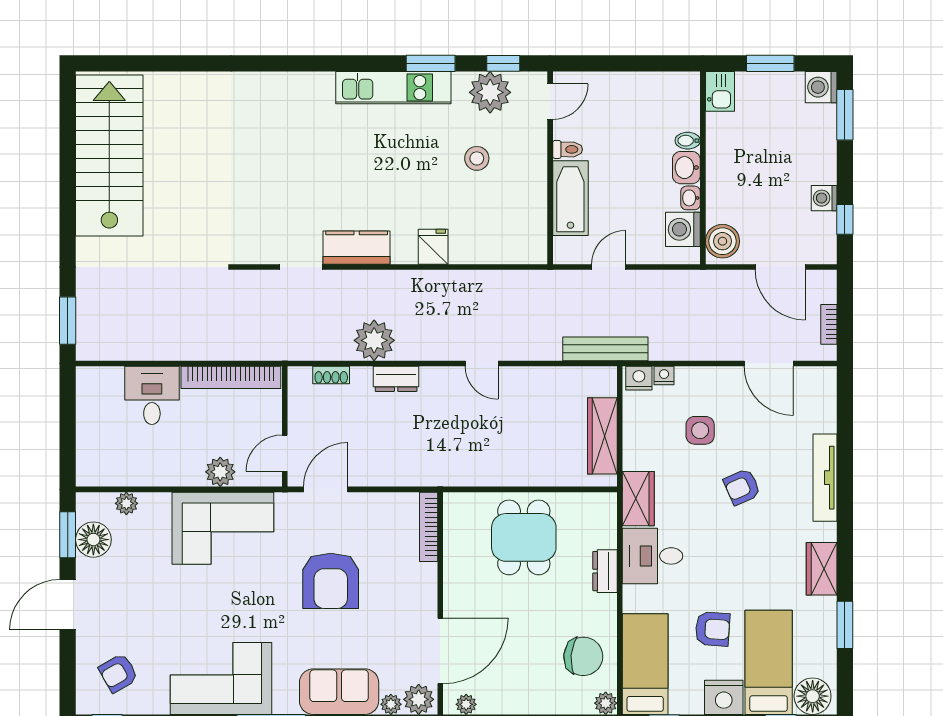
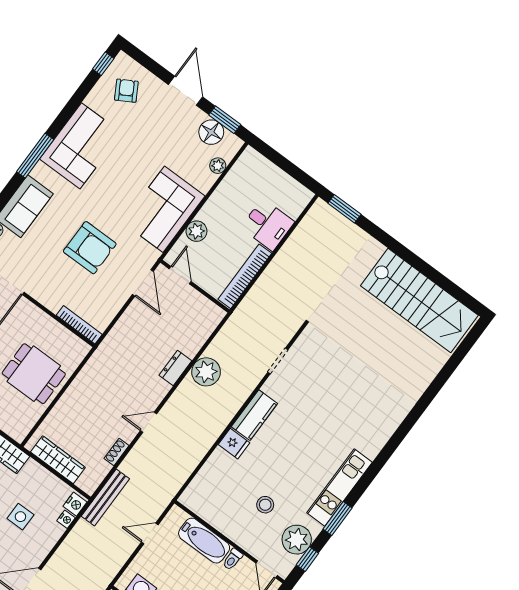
kitchen counter: (357, 248) -> (254, 415), moved
door: (609, 267) -> (150, 533), swing flipped
shoe rack: (331, 375) -> (116, 452), moved
armchair: (331, 581) -> (90, 248), turned 180

